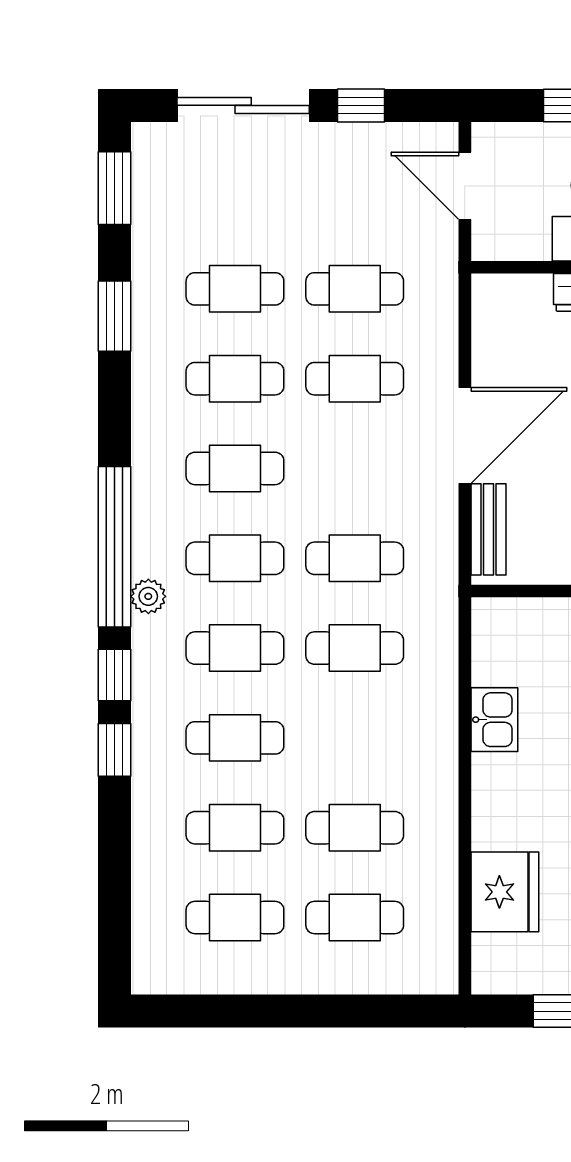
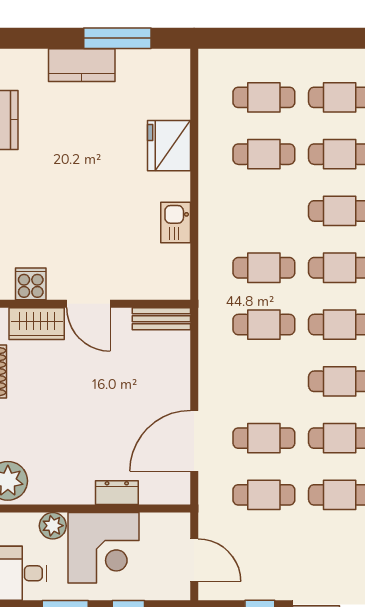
door: (465, 435) -> (194, 441), moved
bench: (489, 529) -> (161, 319), moved, turned 90
fridge: (505, 892) -> (169, 146), moved

